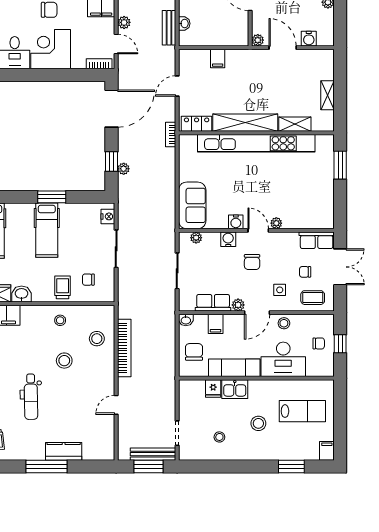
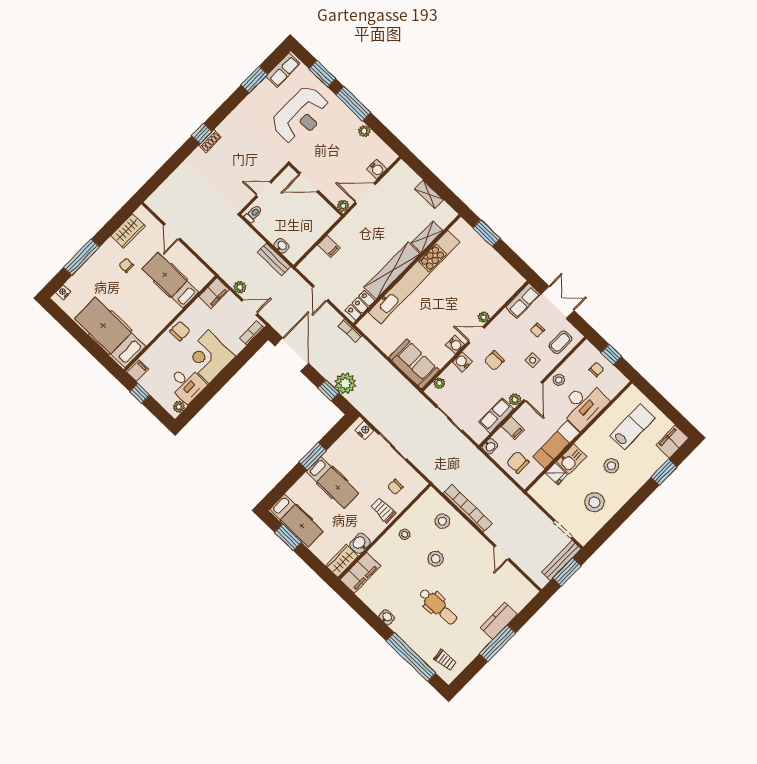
plant: (124, 169) -> (345, 383), width x1.88, depth x1.88
chair: (252, 262) -> (494, 361), turned 90
stool: (219, 437) -> (594, 502), width x1.89, depth x1.89
filing cabinet: (327, 451) -> (672, 442), width x2.00

